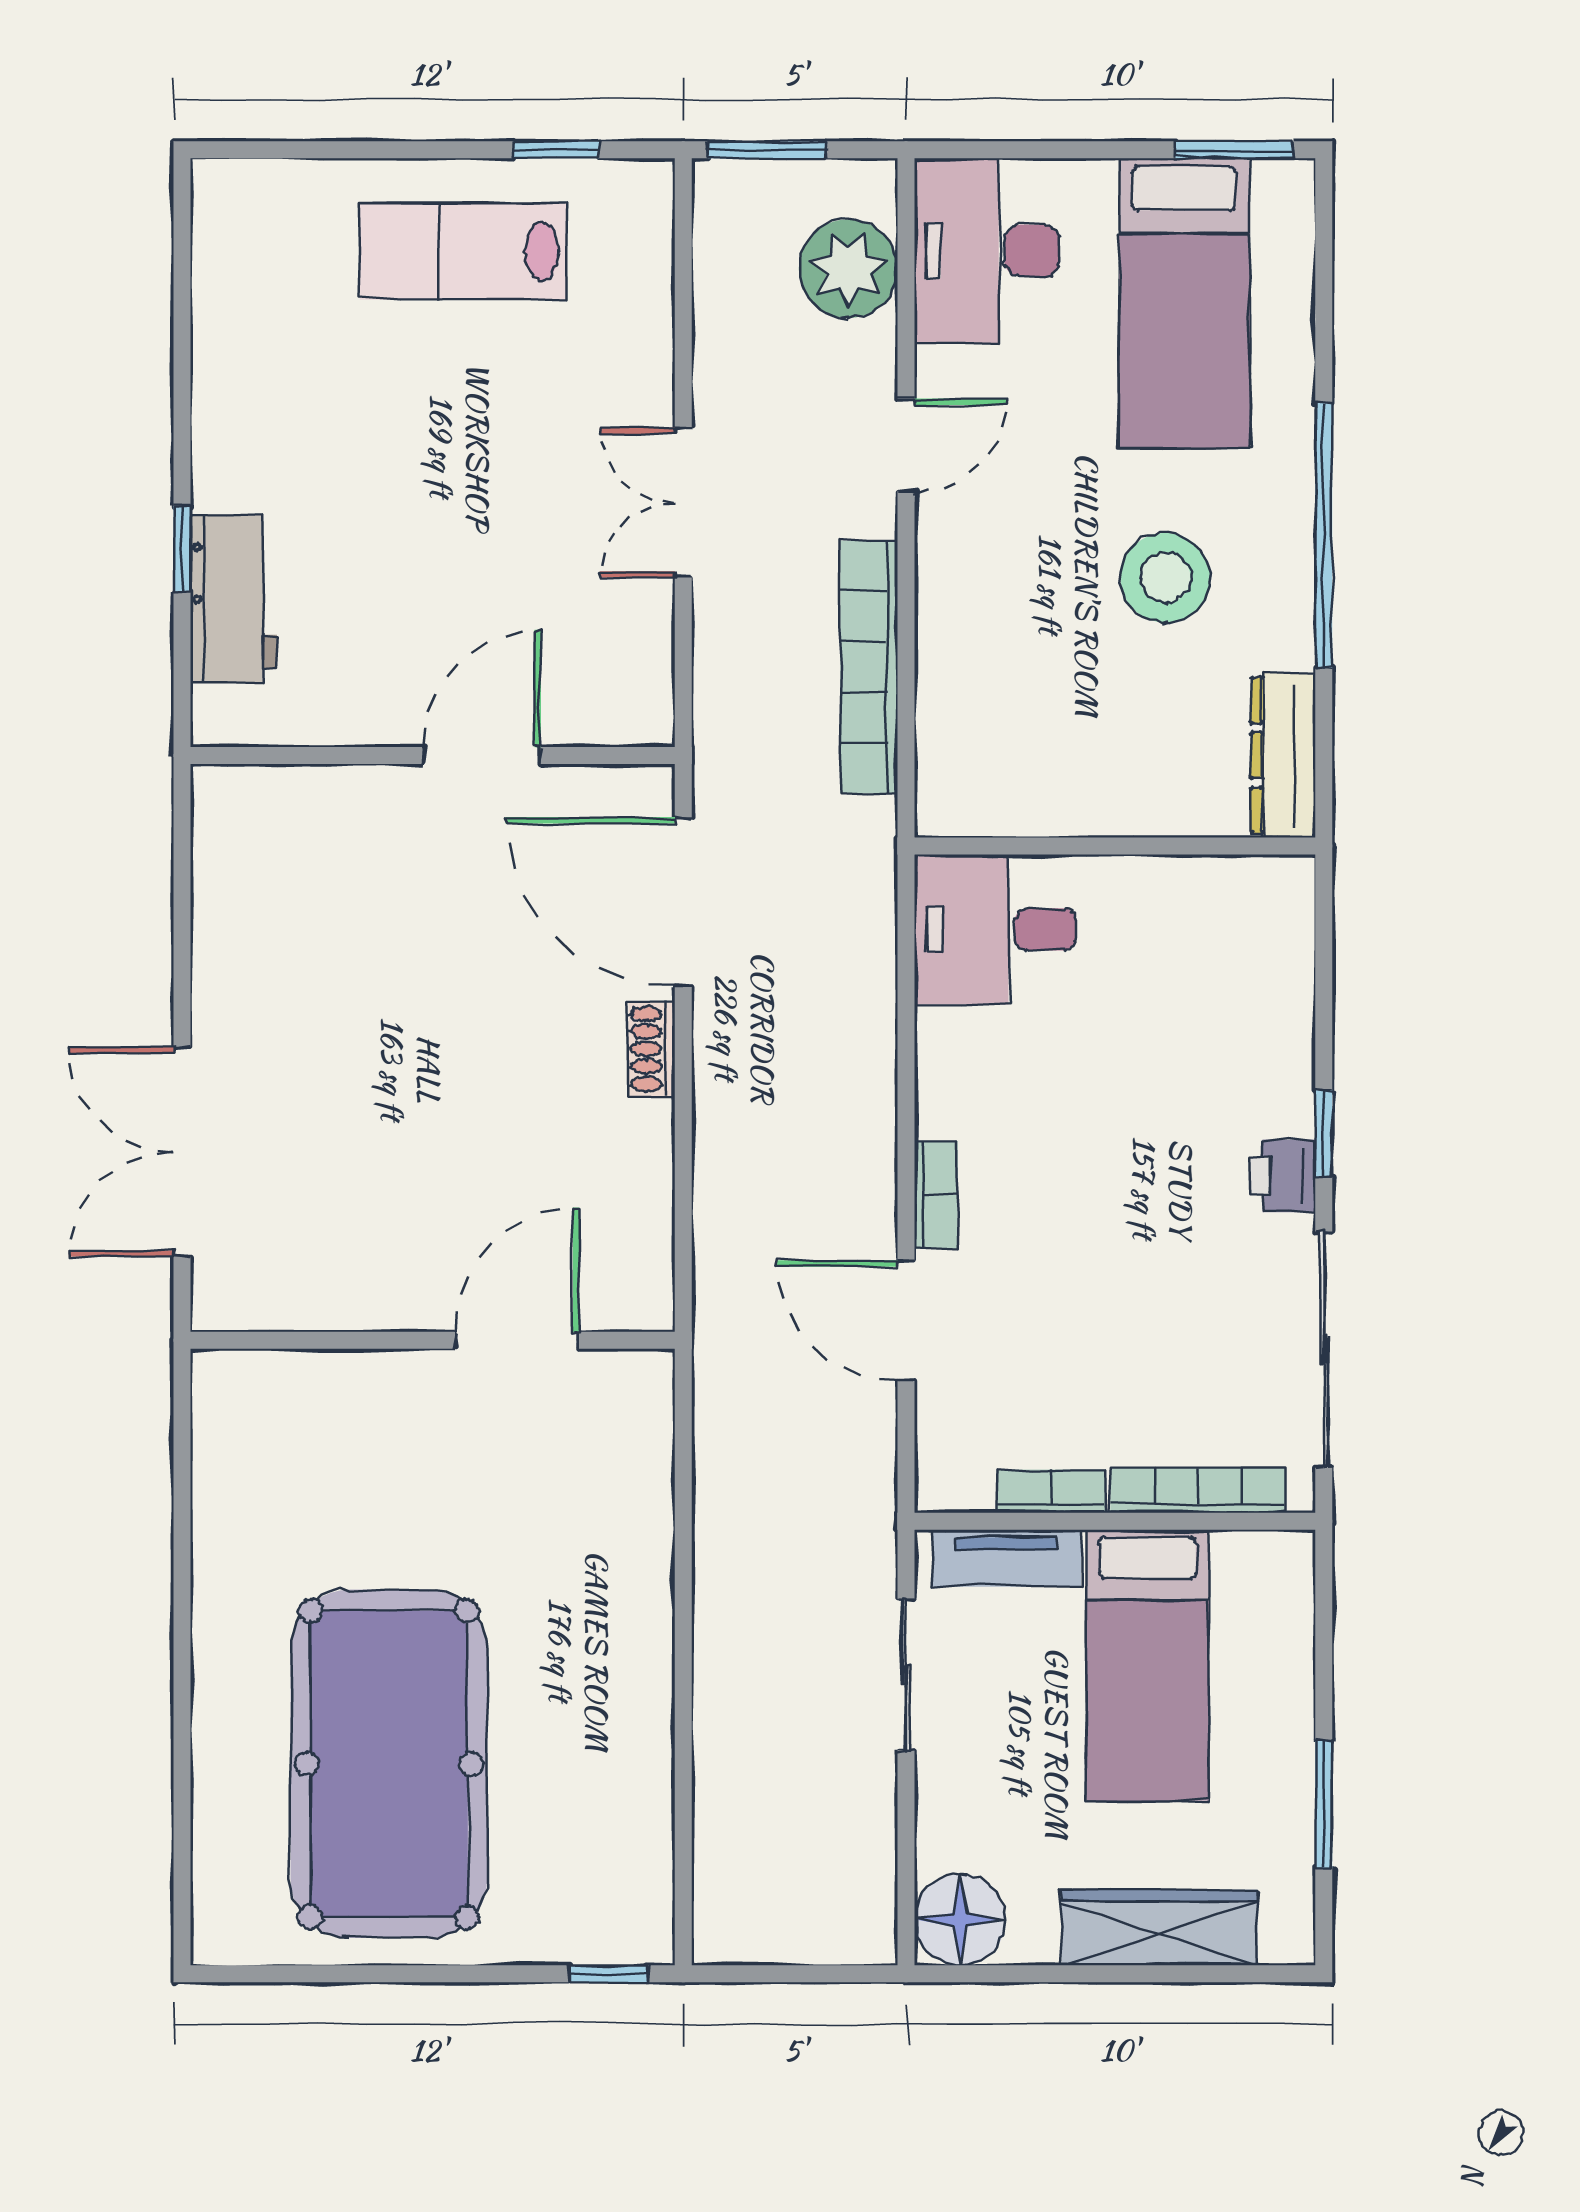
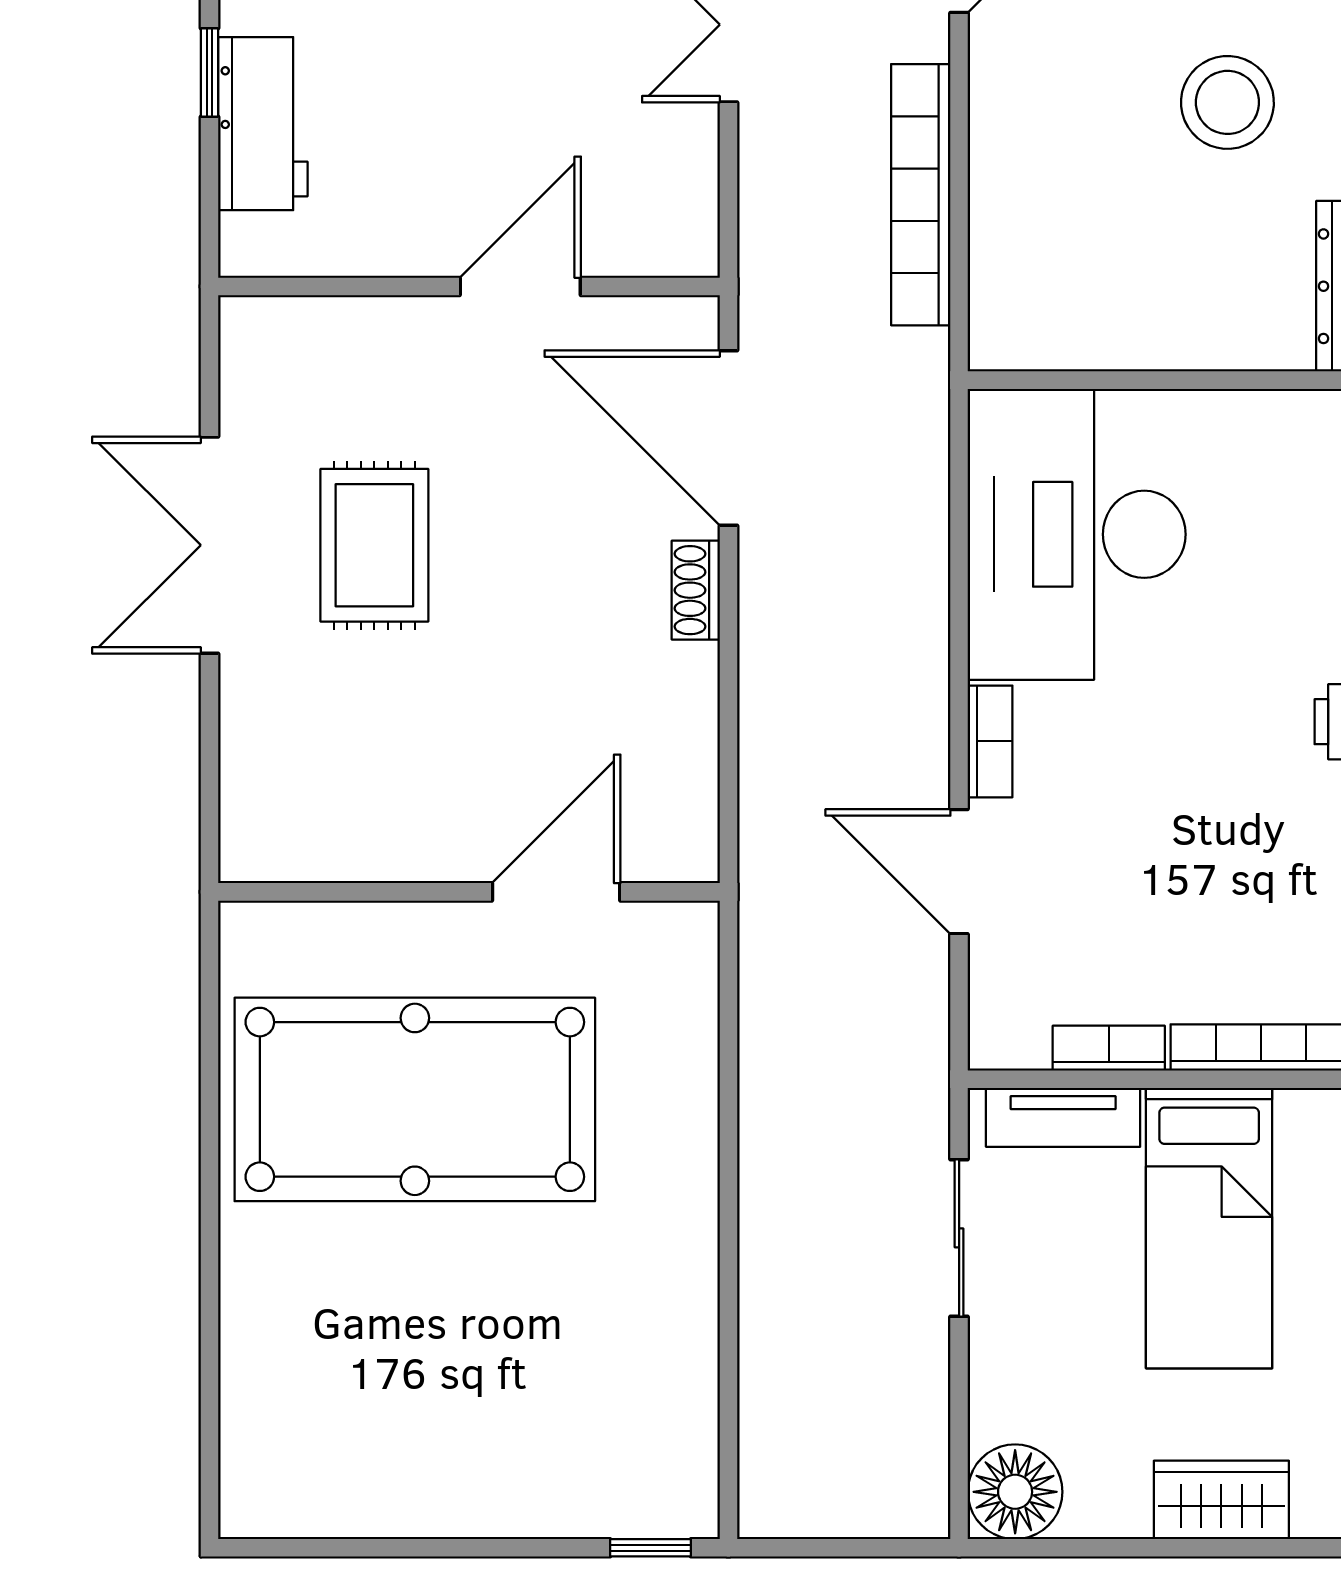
desk: (995, 929) -> (1077, 534), width x1.87, depth x1.30
rug: (341, 1006) -> (374, 545), added
double door: (182, 1152) -> (209, 545), moved
pool table: (389, 1764) -> (415, 1099), moved, turned 90
wardrobe: (1159, 1928) -> (1221, 1500), width x0.67

